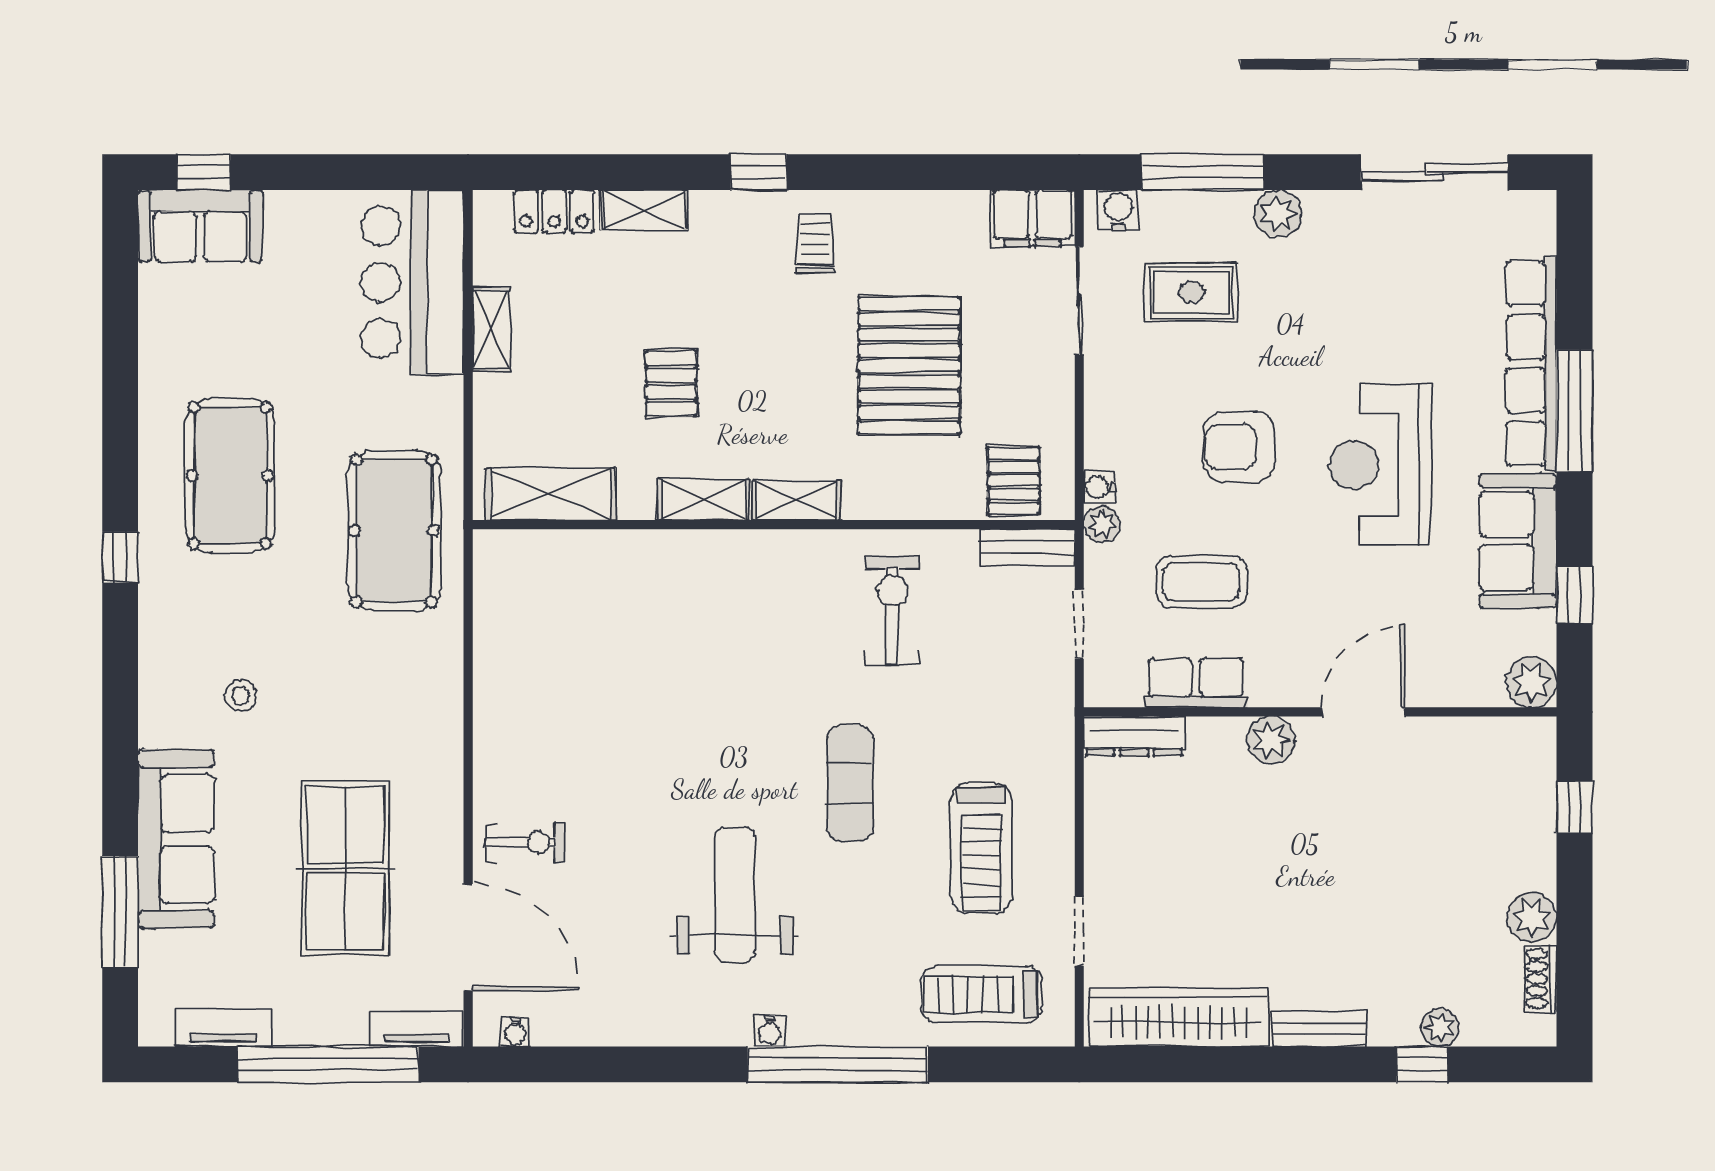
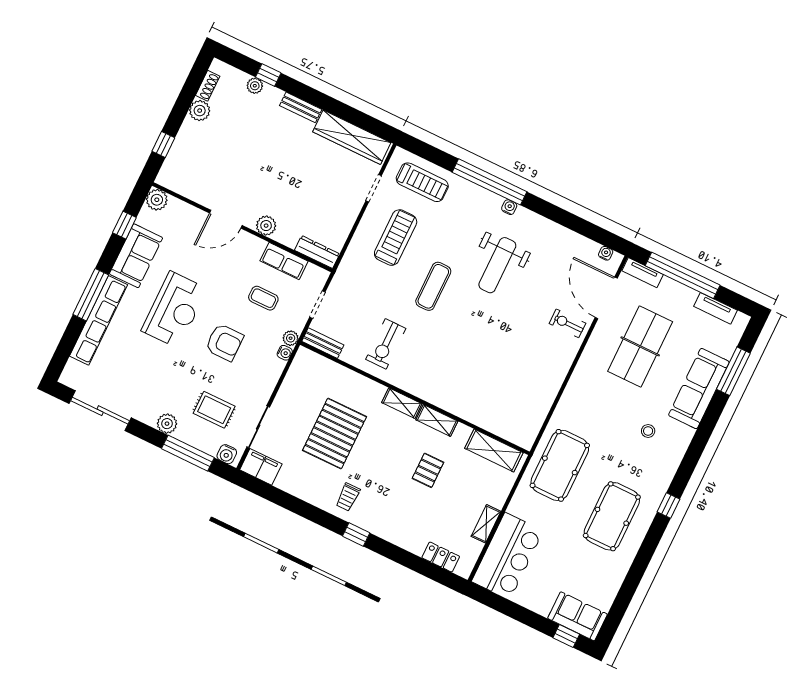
shelving: (644, 210) -> (406, 541), removed
pallet: (1014, 481) -> (316, 371), removed
coffee table: (1202, 582) -> (263, 298), width x0.73, depth x0.77

